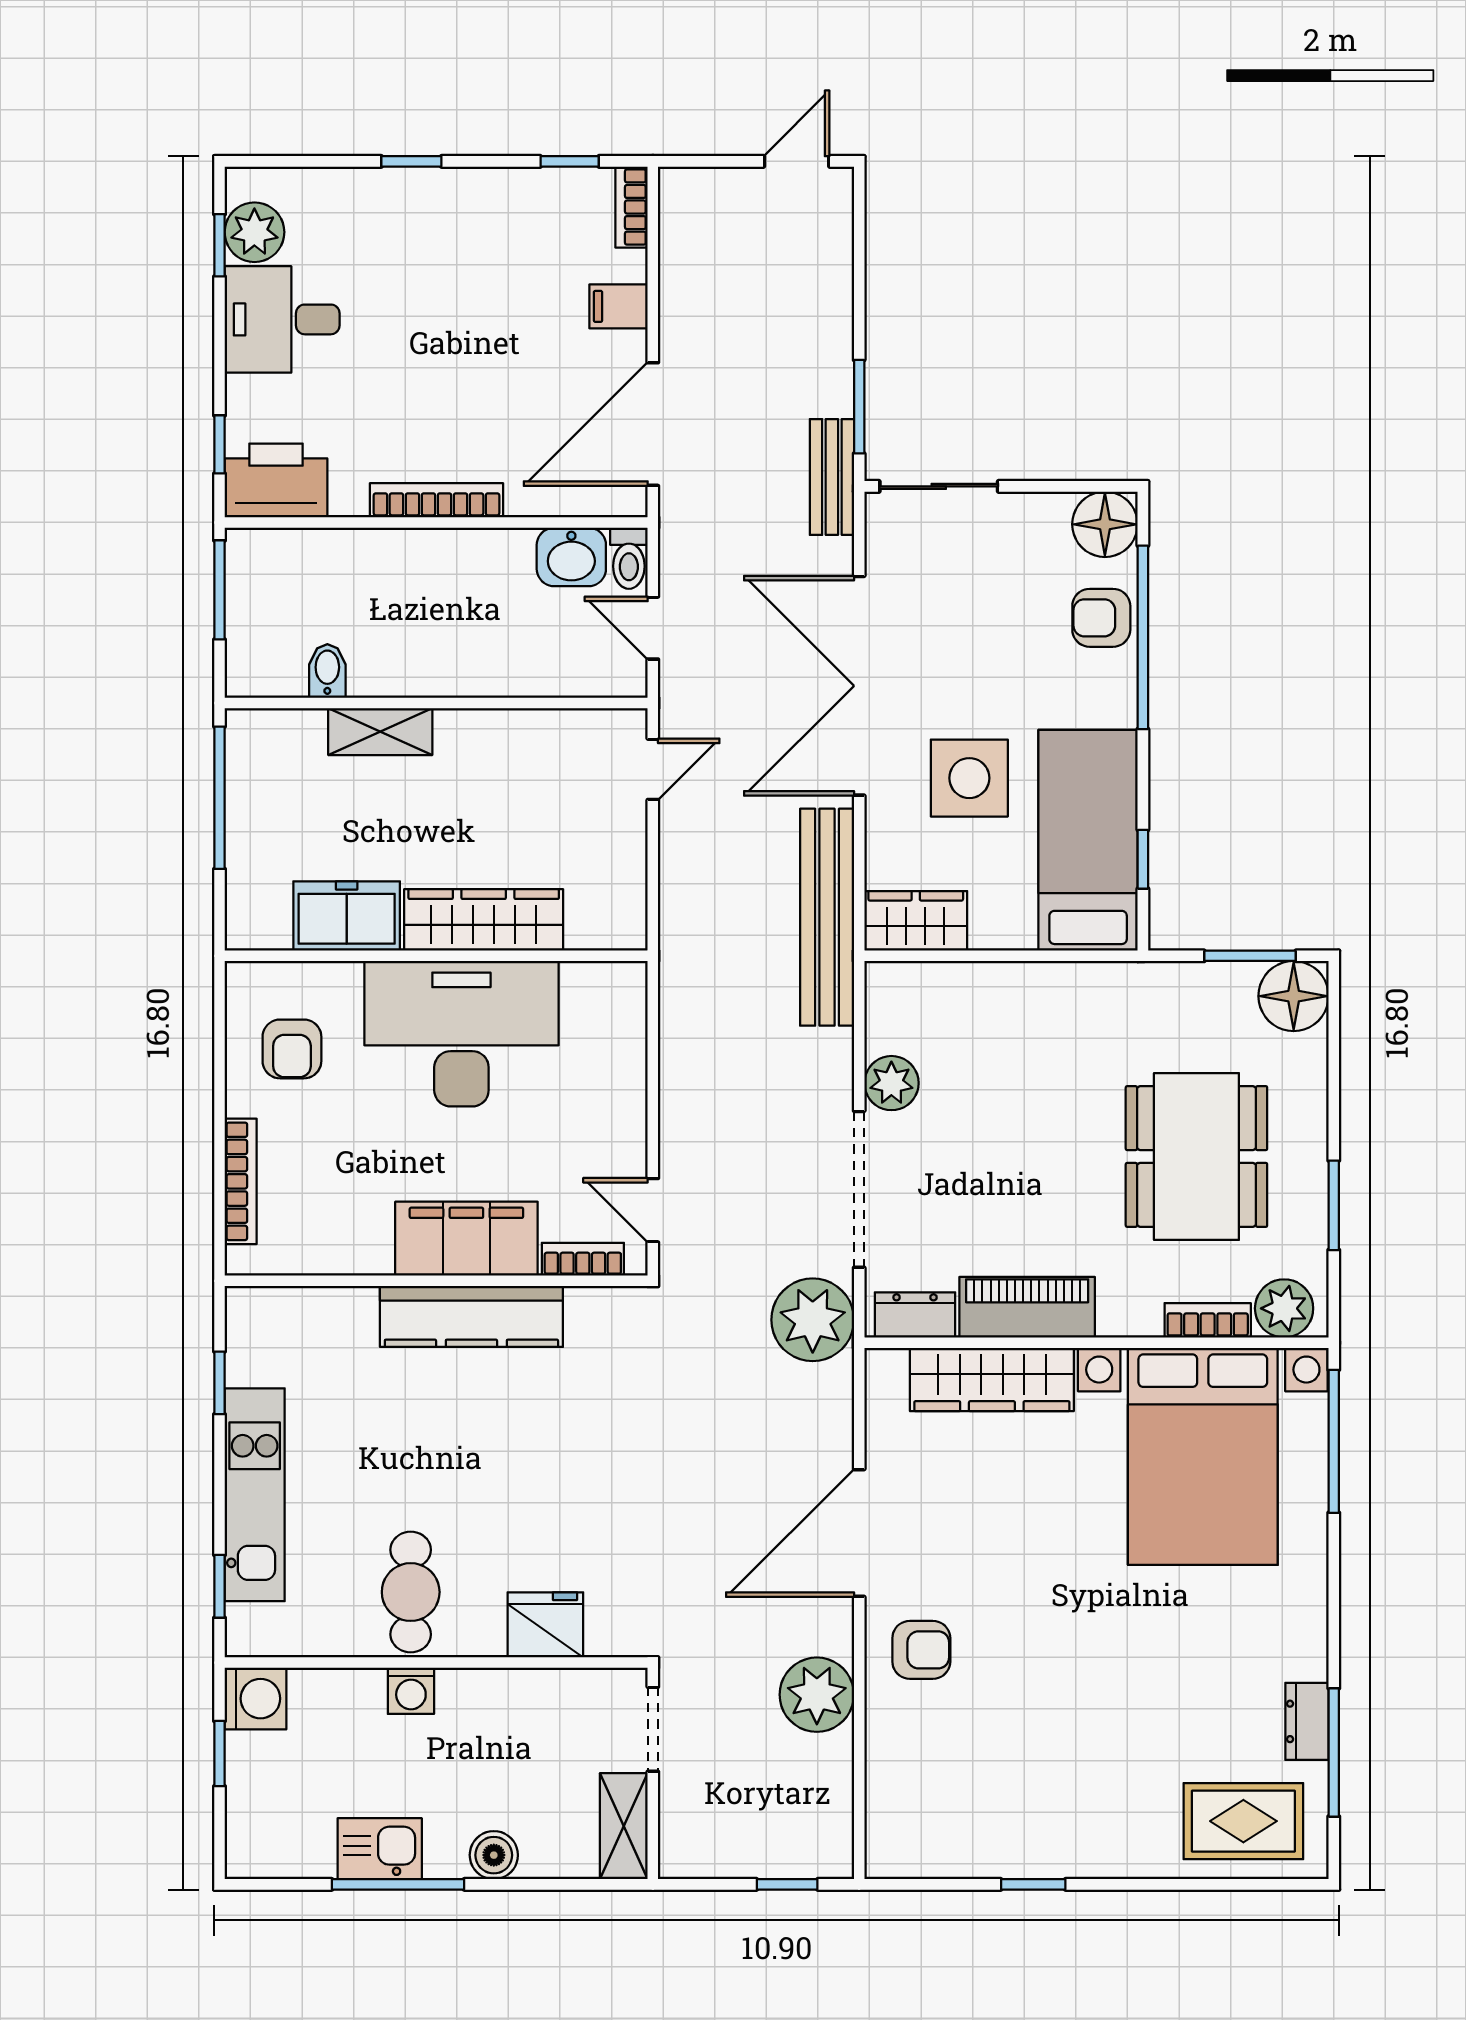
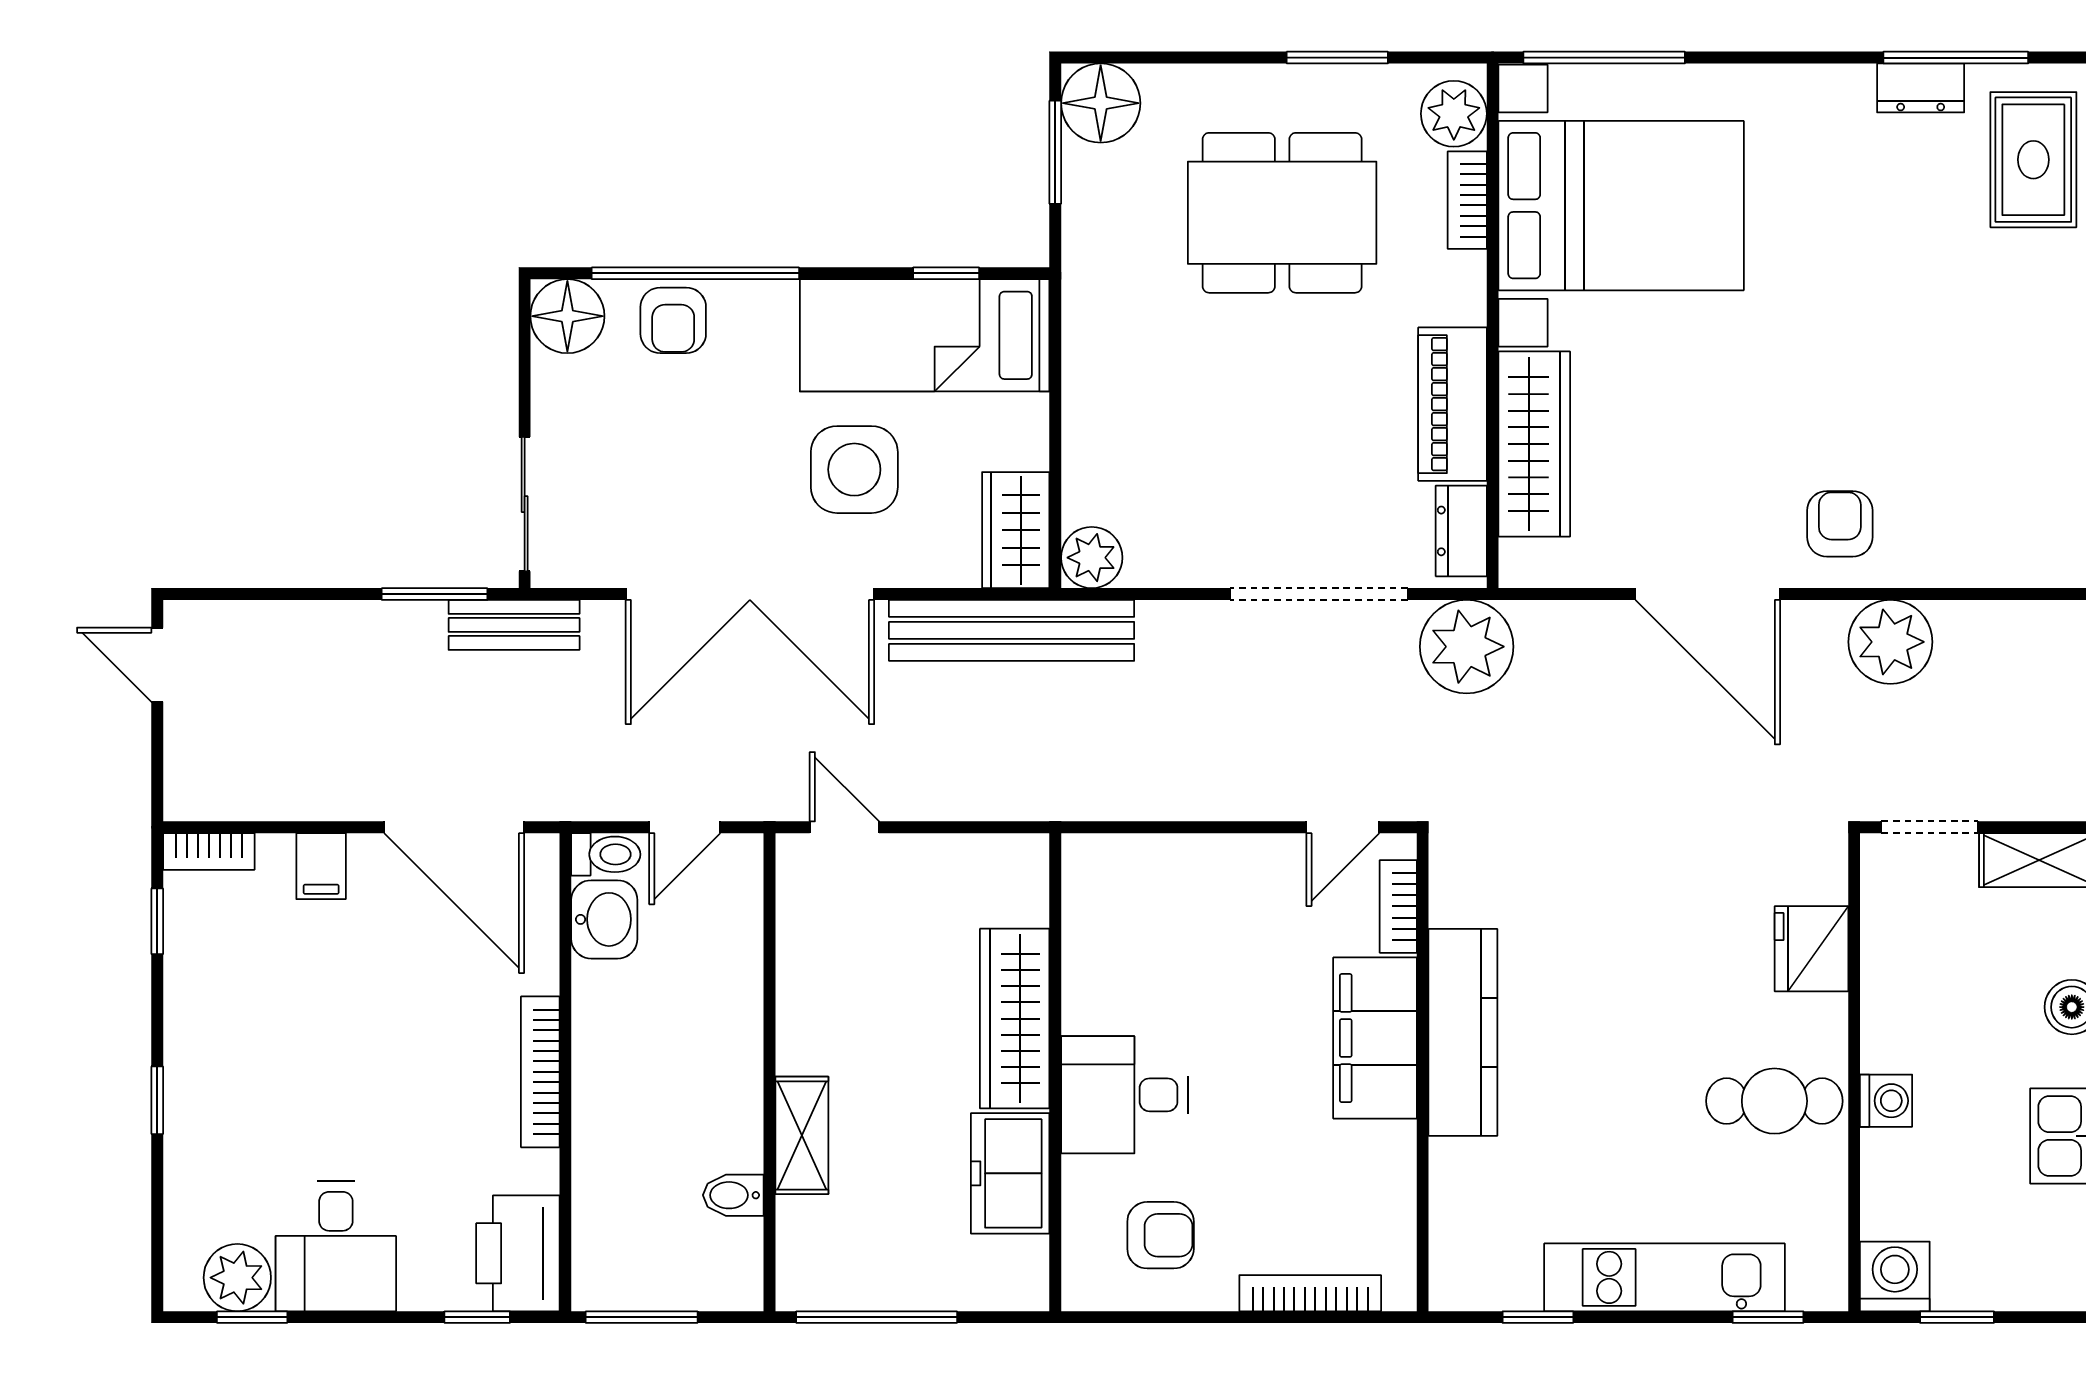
desk: (461, 1034) -> (1124, 1095), width x0.53, depth x0.77
plant: (891, 1083) -> (1092, 558), moved

